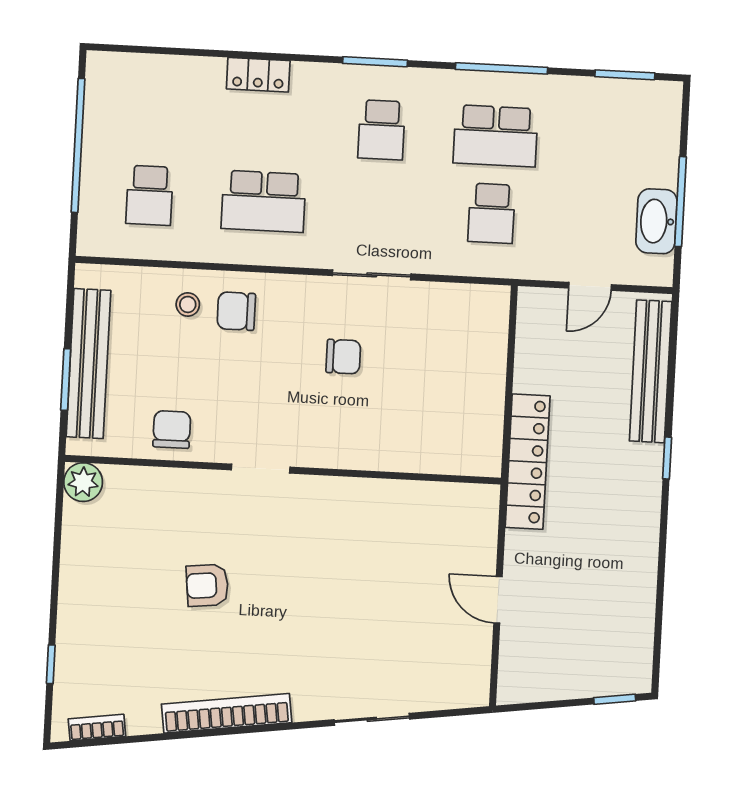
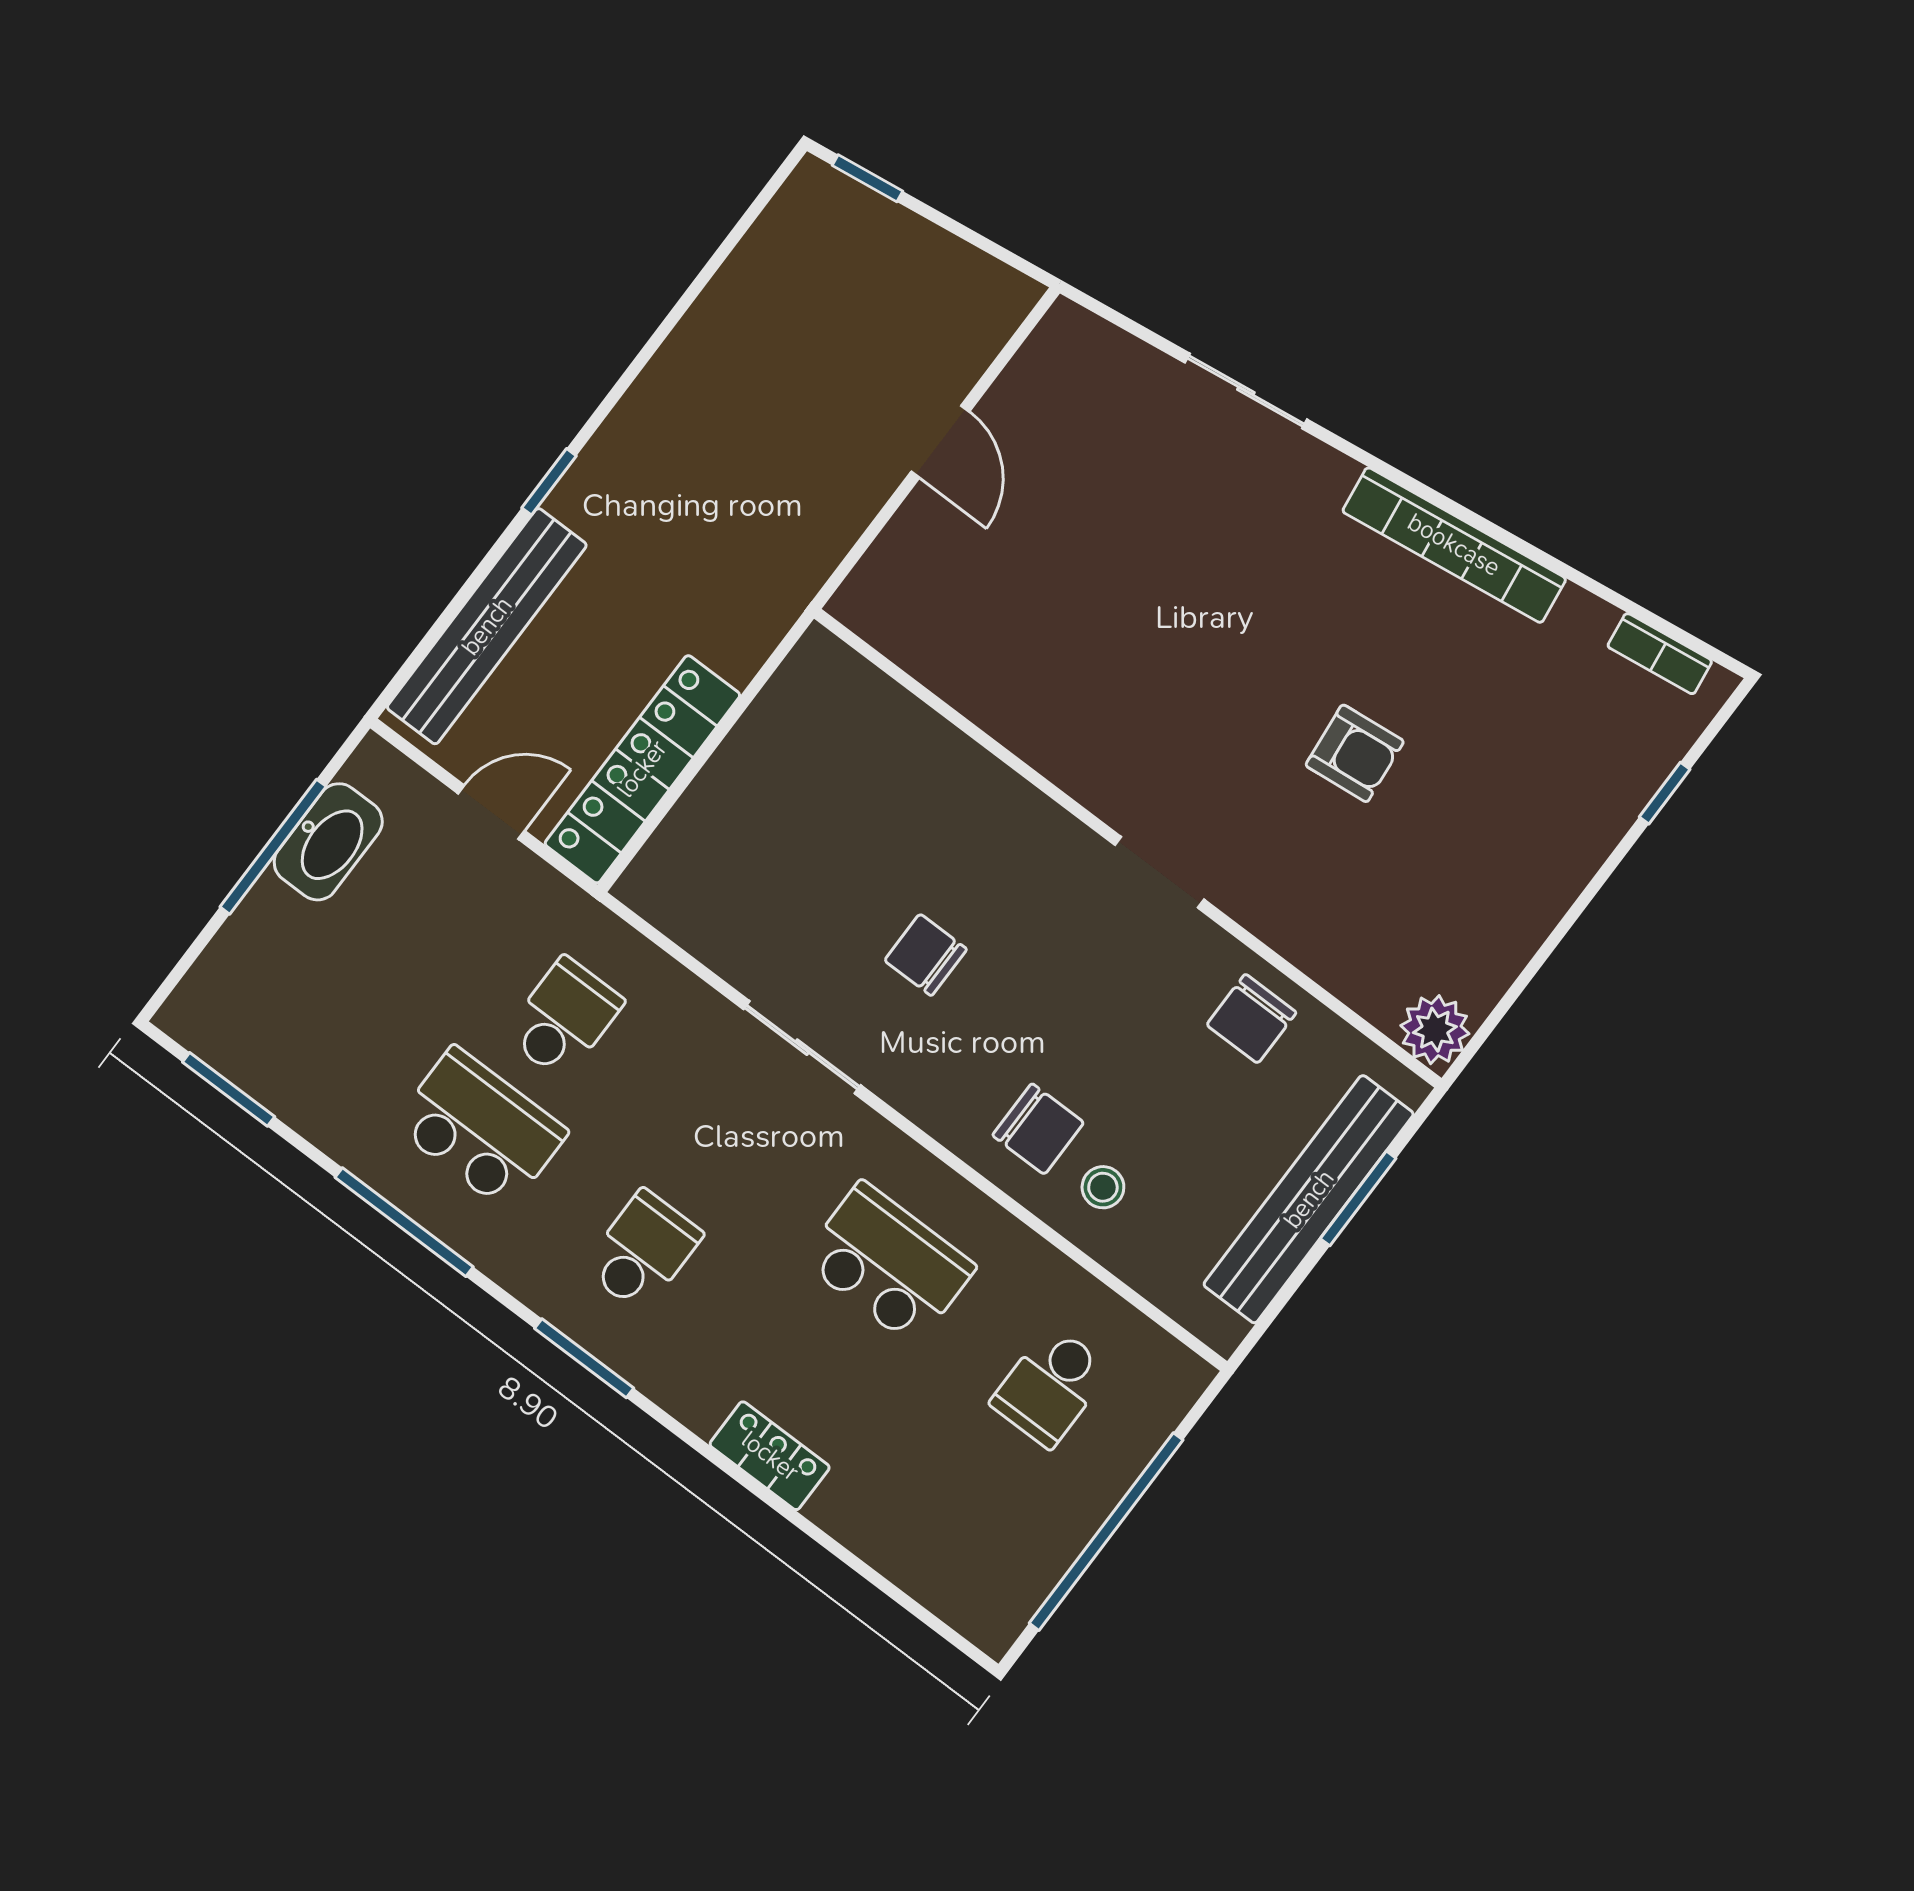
school desk: (150, 195) -> (1050, 1386), turned 180
locker: (528, 462) -> (642, 769), moved

